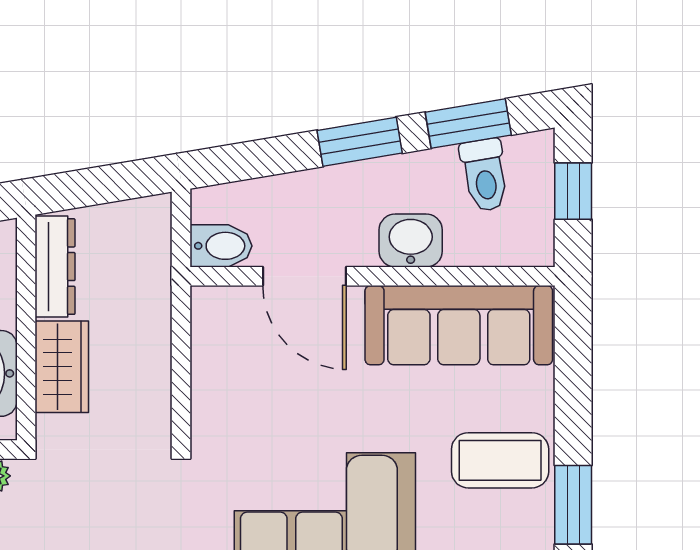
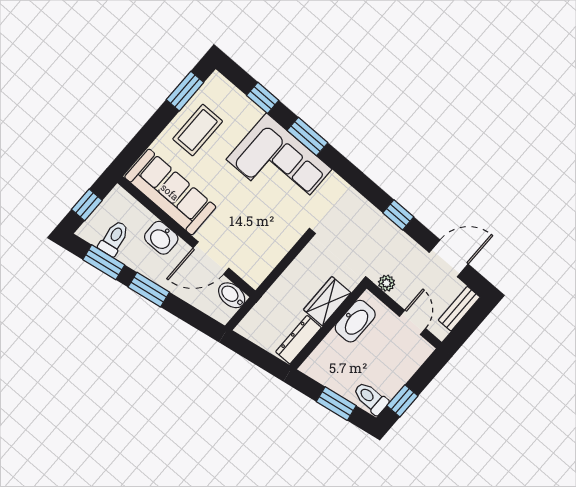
door: (305, 276) -> (211, 258), swing flipped
coffee table: (500, 460) -> (198, 130), turned 90

